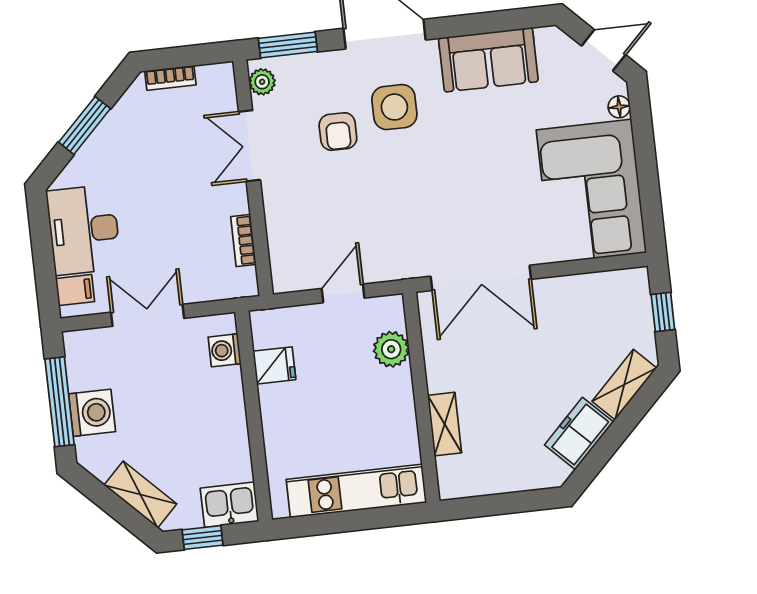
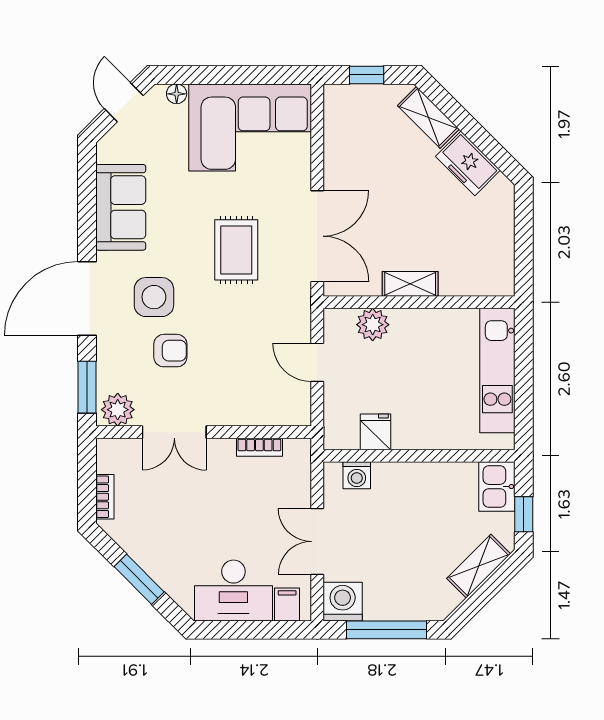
plant: (262, 82) -> (118, 410), width x1.38, depth x1.38
rug: (456, 191) -> (236, 250), added
washing machine: (92, 413) -> (343, 602), moved
shelving: (445, 424) -> (410, 284), moved

